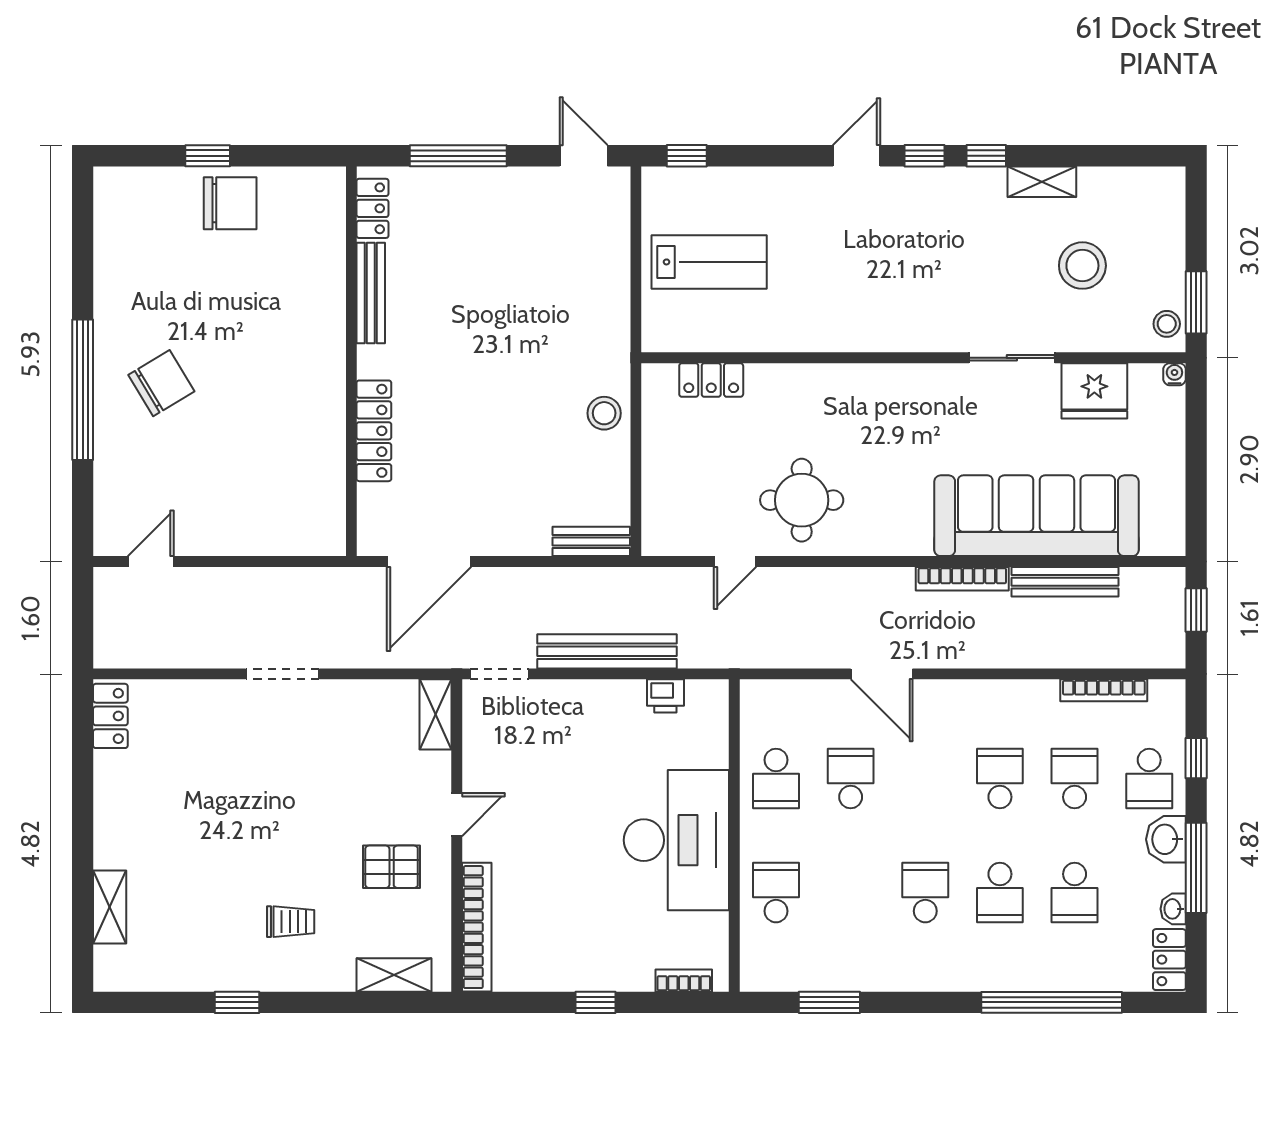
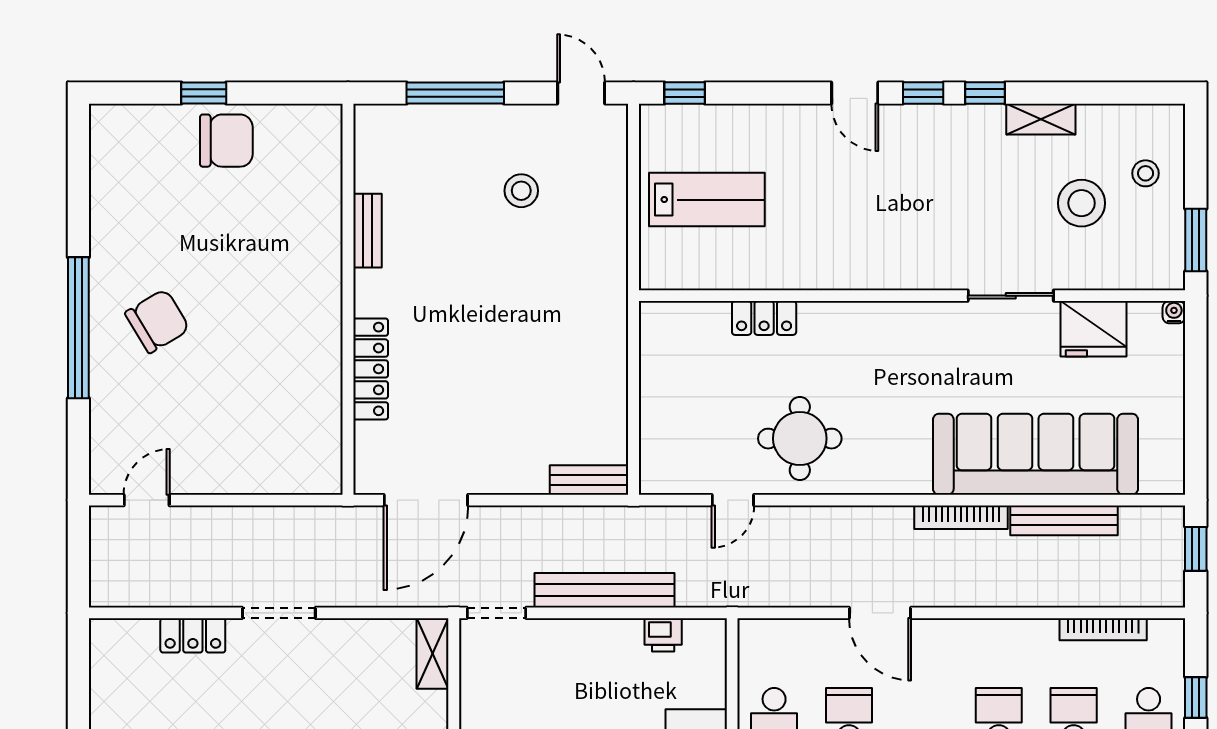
door: (856, 156) -> (855, 93), swing flipped
locker: (372, 208) -> (369, 146), removed
bench: (371, 293) -> (367, 231), width x0.73
stool: (1167, 324) -> (1146, 173), moved
locker: (711, 380) -> (764, 318), moved
stool: (604, 413) -> (521, 191), moved
locker: (110, 716) -> (193, 635), moved, turned 90

